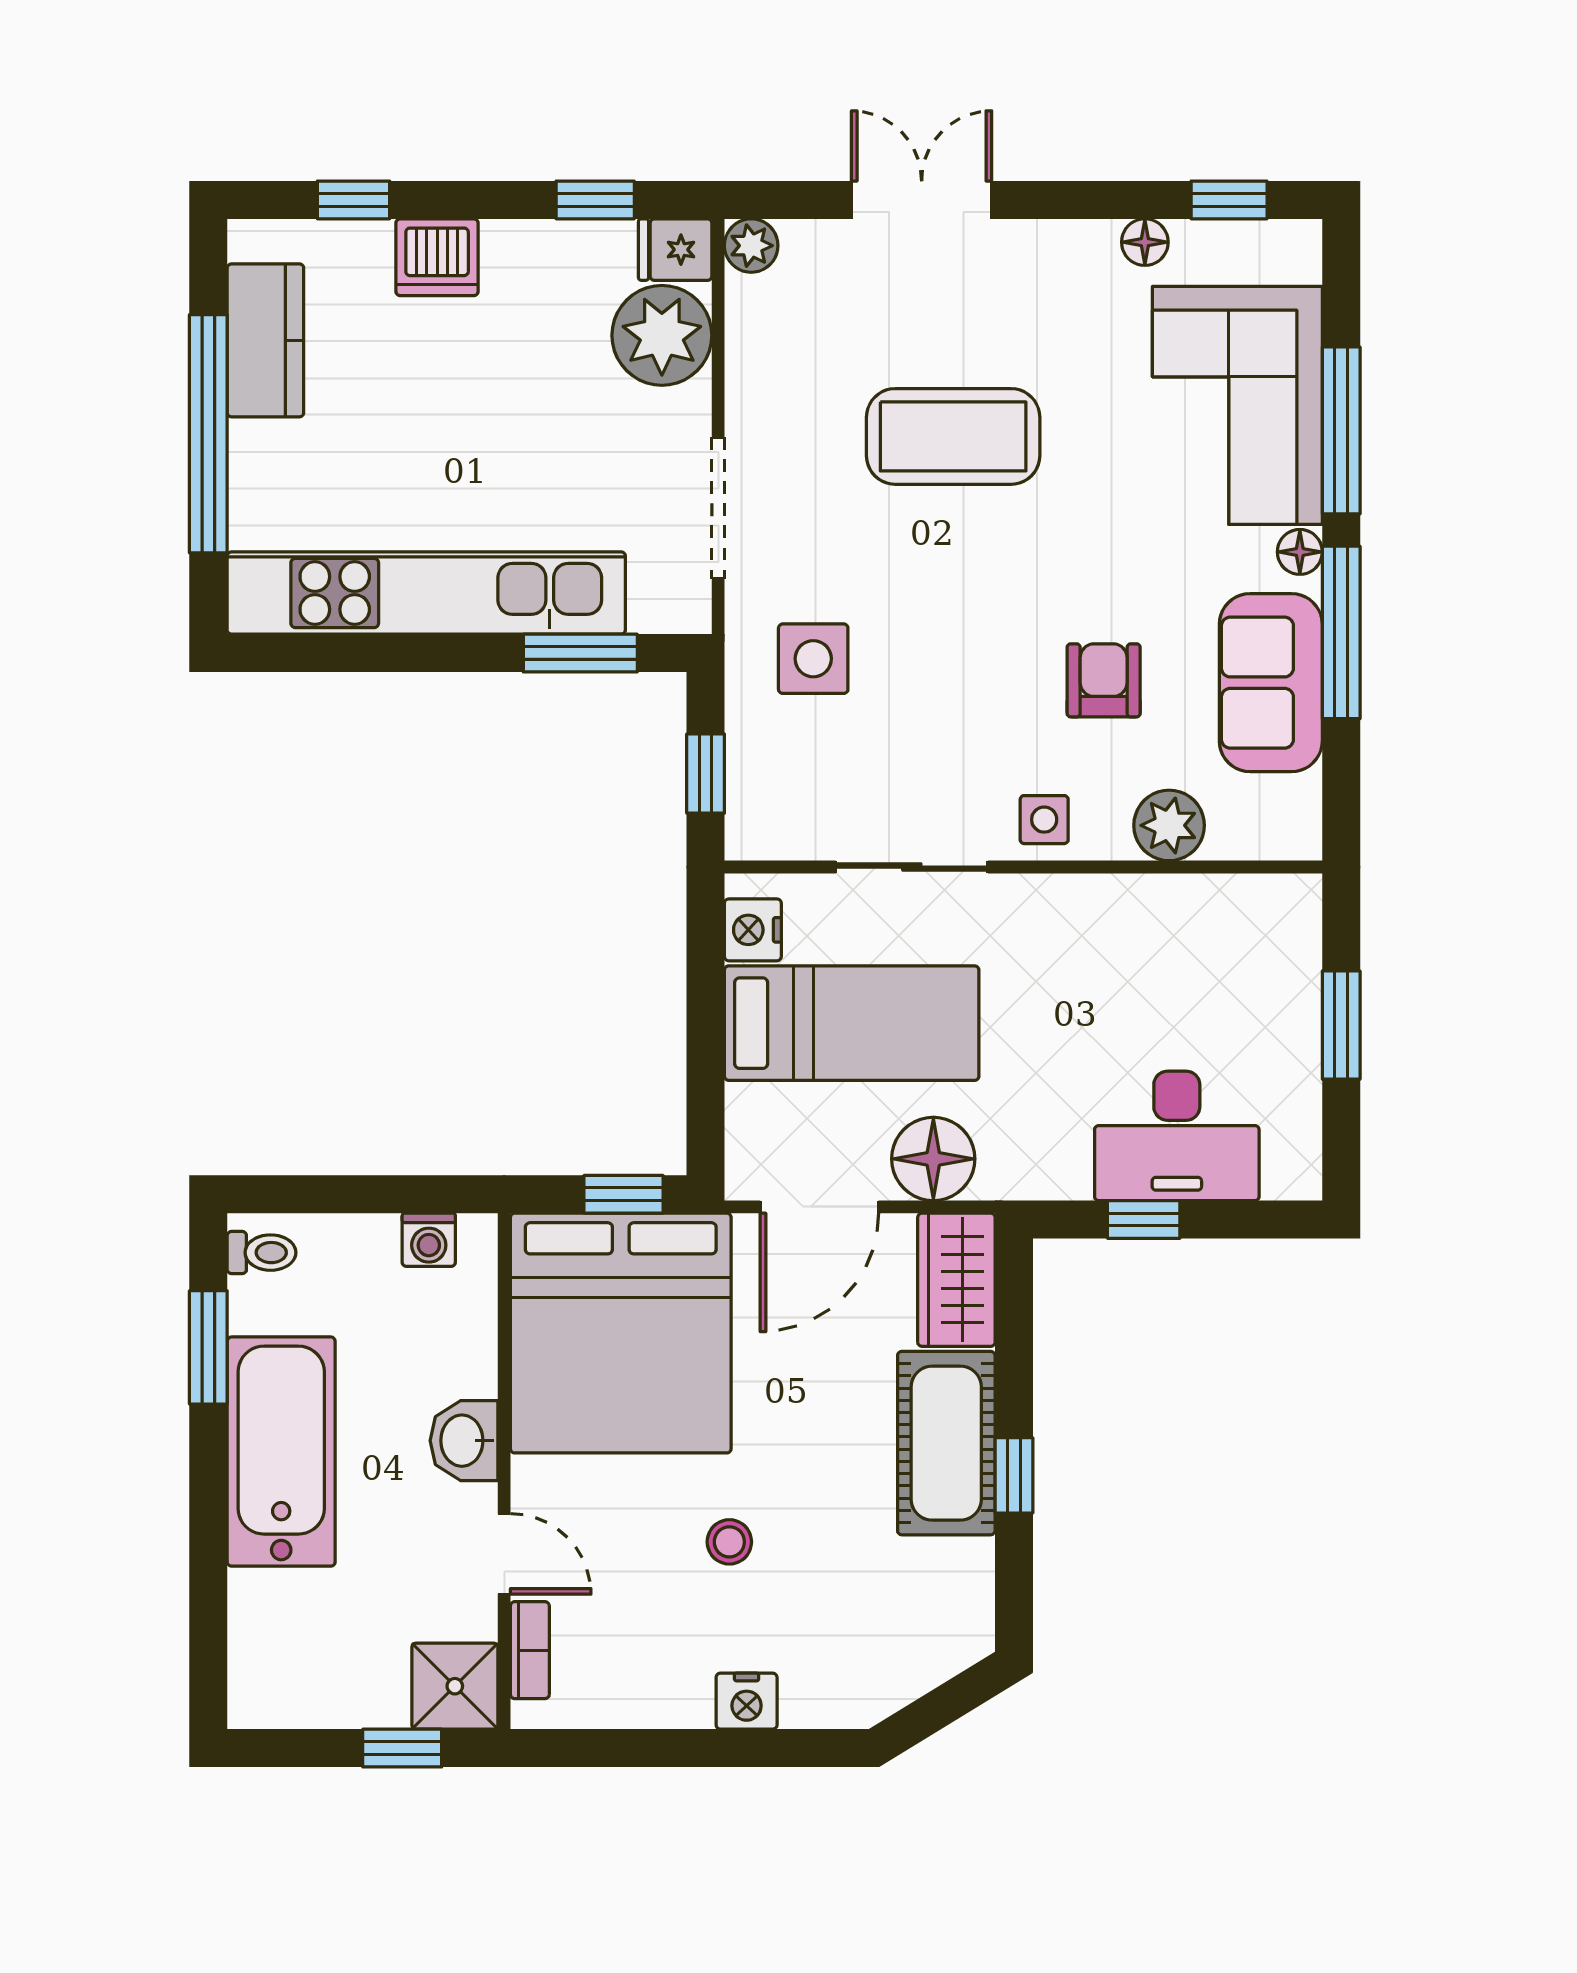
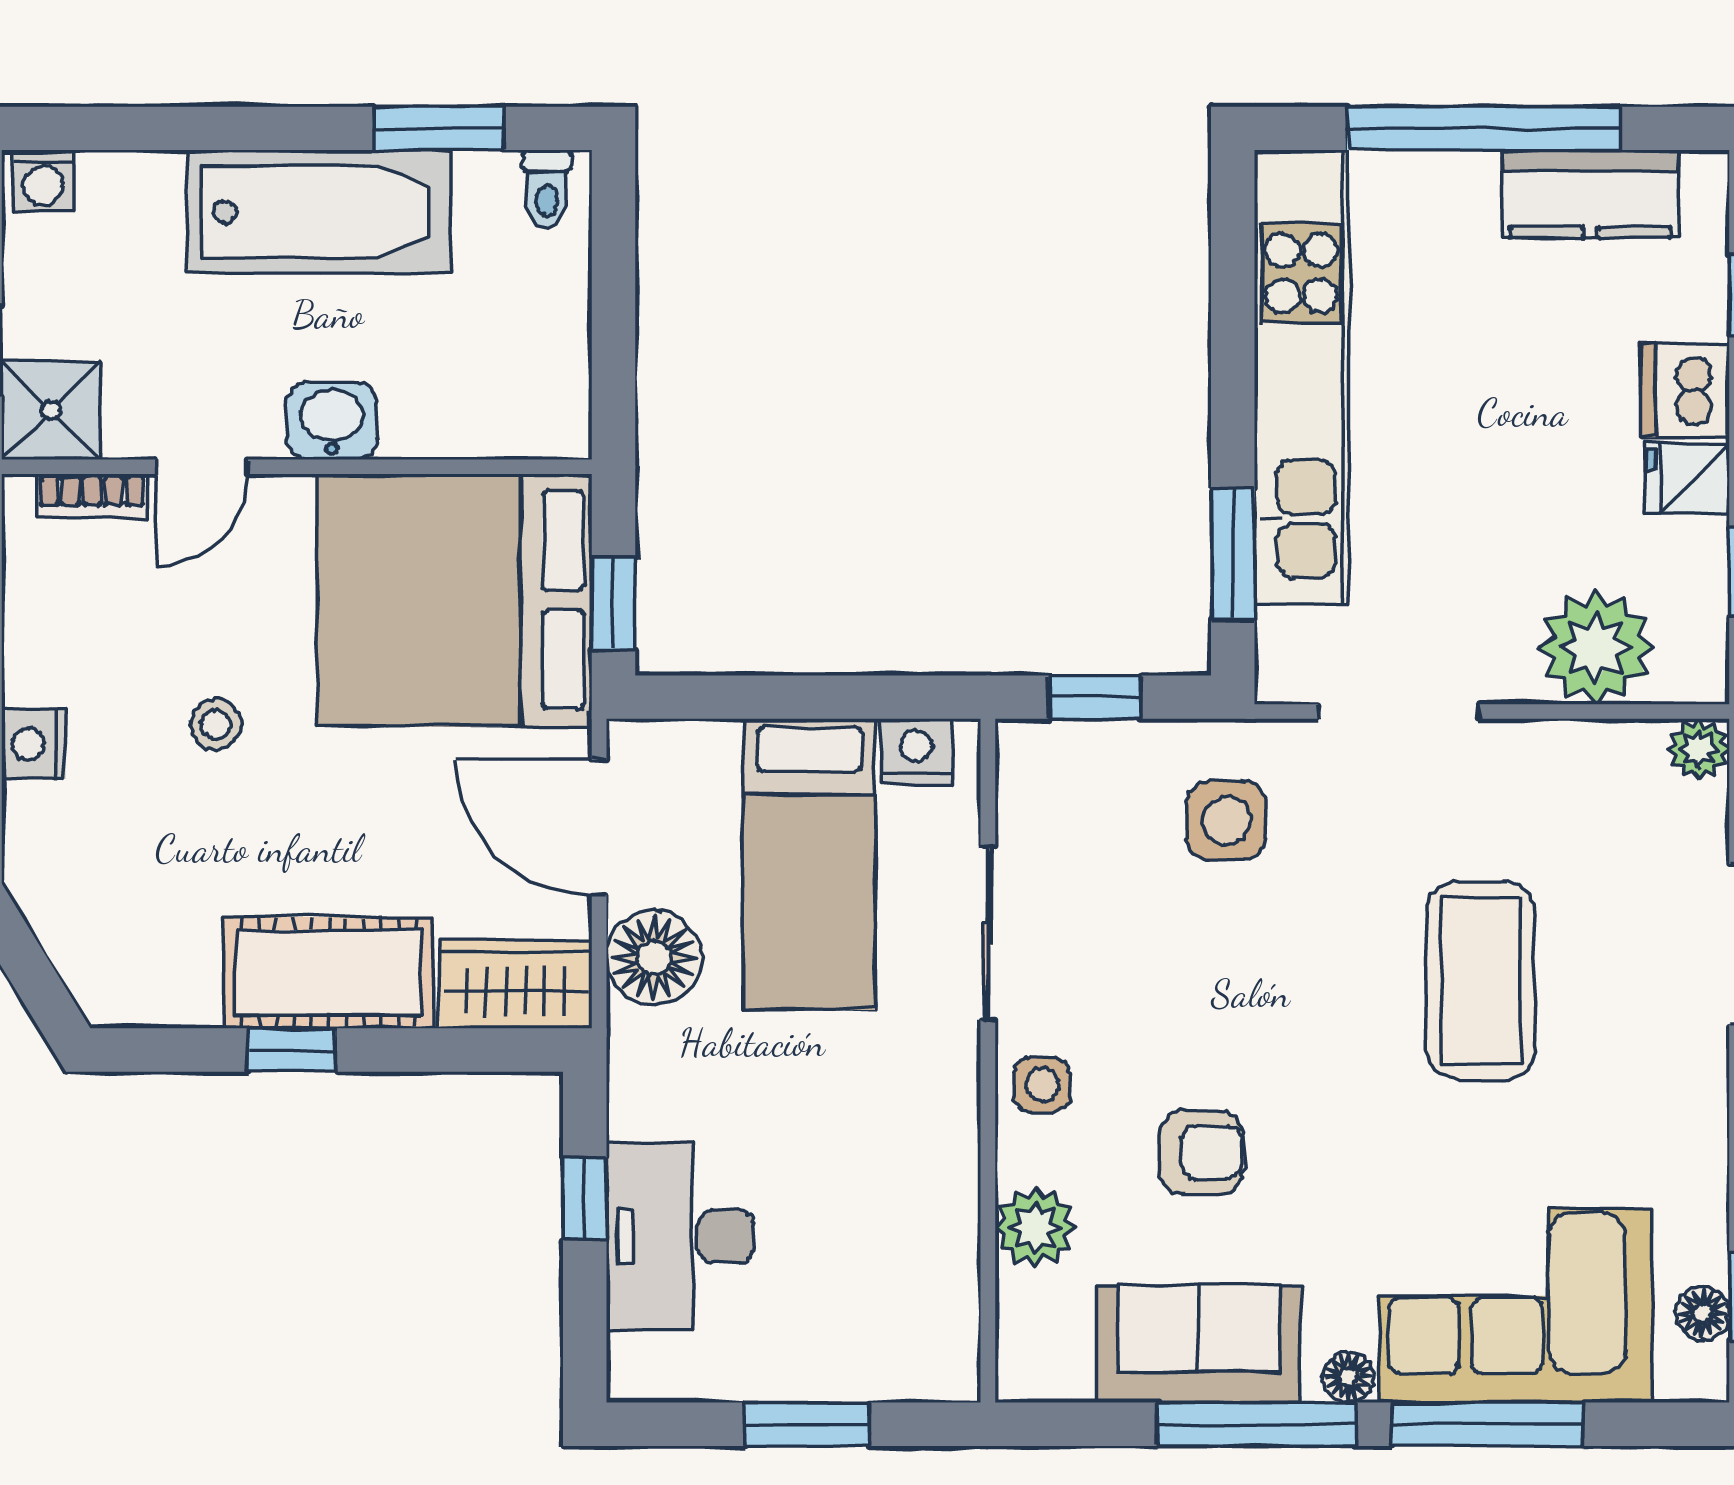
floor lamp: (1145, 242) -> (1703, 1313), moved
fridge: (675, 250) -> (1687, 478), moved, turned -90
washing machine: (429, 1240) -> (43, 180), moved, turned -90

